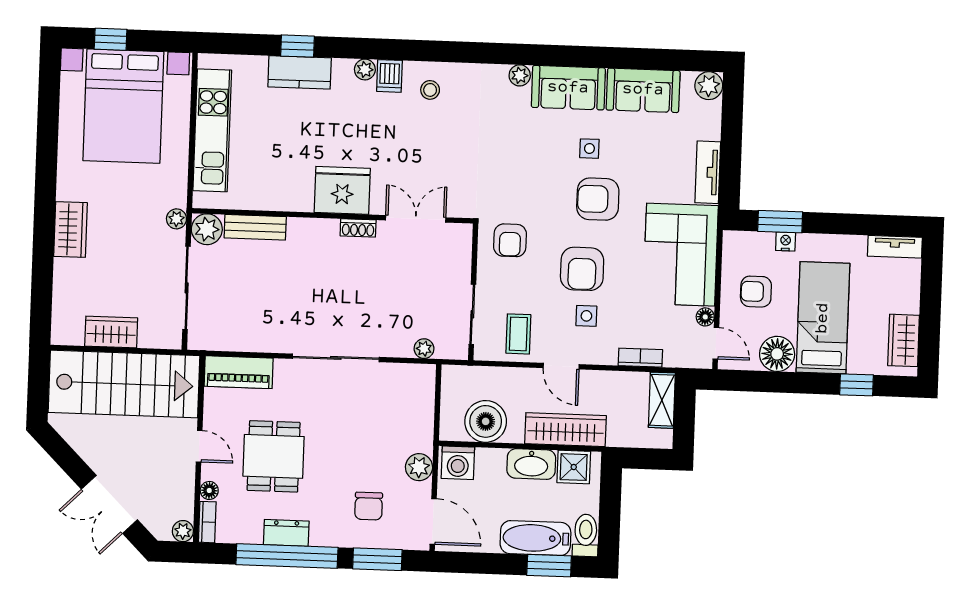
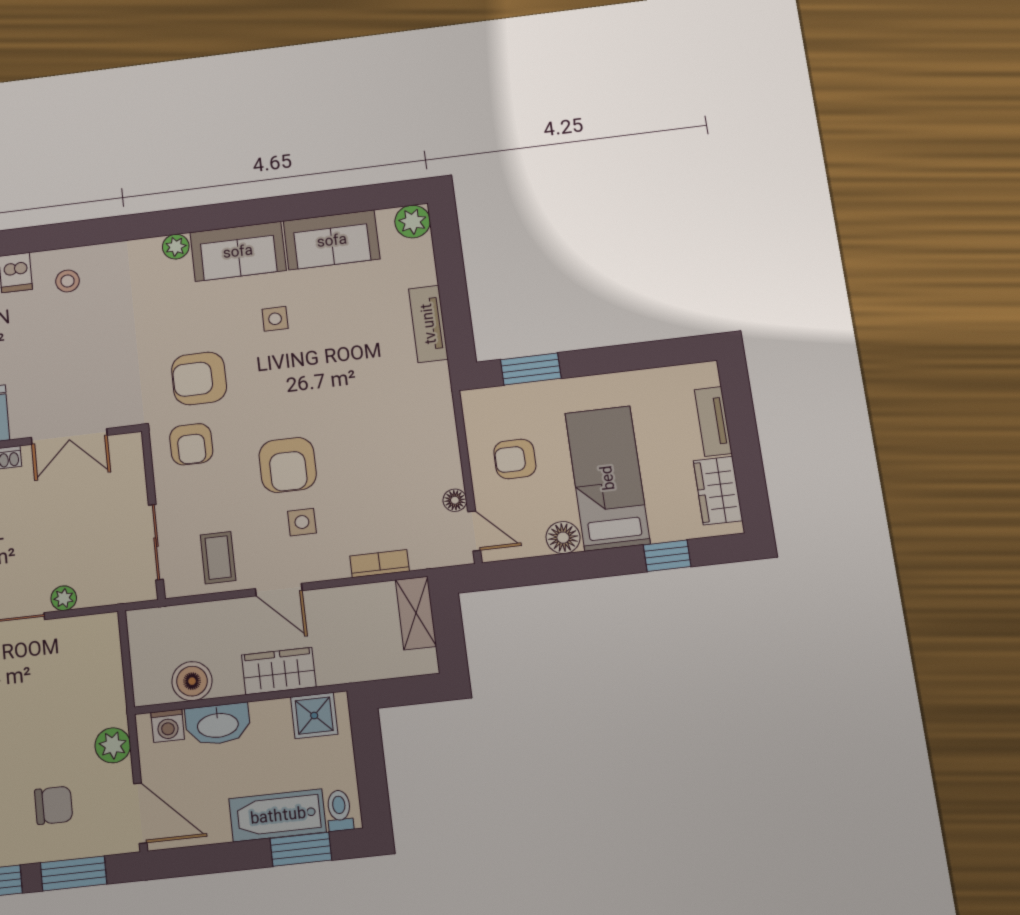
armchair: (598, 199) -> (199, 378), moved
double door: (416, 219) -> (69, 436), swing flipped
nightstand: (786, 242) -> (542, 392), removed
tv unit: (895, 247) -> (713, 421), moved, turned 90
corner sofa: (681, 255) -> (411, 428), removed
plant: (424, 349) -> (64, 598), moved
floor lamp: (777, 354) -> (563, 538), width x0.73, depth x0.73
boiler: (486, 421) -> (192, 681), width x0.73, depth x0.73
wardrobe: (565, 430) -> (279, 671), width x0.67
washing machine: (458, 463) -> (168, 726), width x0.73, depth x0.73
washbasin: (531, 464) -> (218, 724), moved
chair: (369, 506) -> (54, 805), turned -90
toilet: (586, 535) -> (339, 810), width x0.73, depth x0.72

